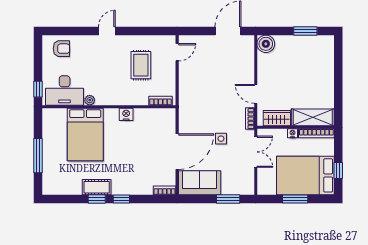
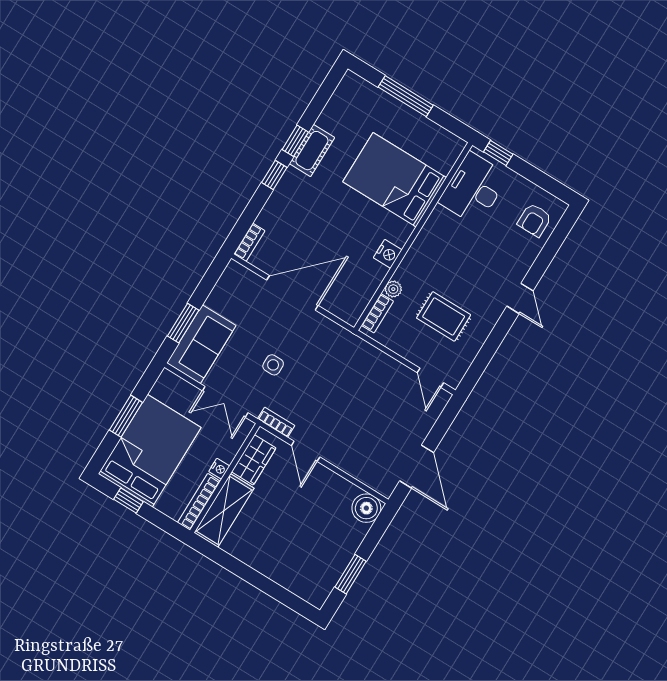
door: (256, 94) -> (306, 451), swing flipped
plant: (90, 100) -> (393, 289), moved
door: (177, 152) -> (292, 293), swing flipped
sofa: (200, 183) -> (201, 344), moved

